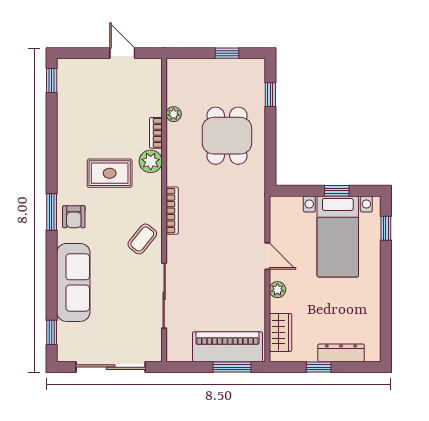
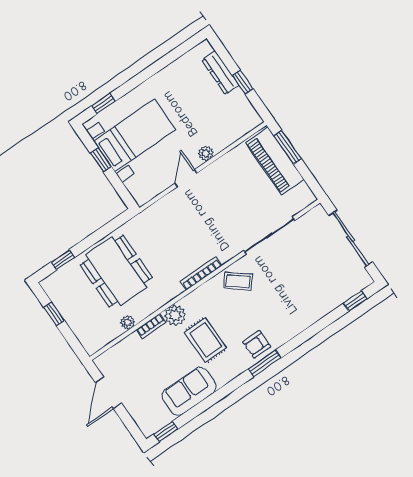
door: (122, 53) -> (108, 393), width x1.38
dining table: (227, 136) -> (116, 271), width x1.37
armchair: (74, 217) -> (257, 344), turned 180
sofa: (73, 282) -> (189, 391), moved, width x0.73
wardrobe: (280, 332) -> (236, 129), removed

